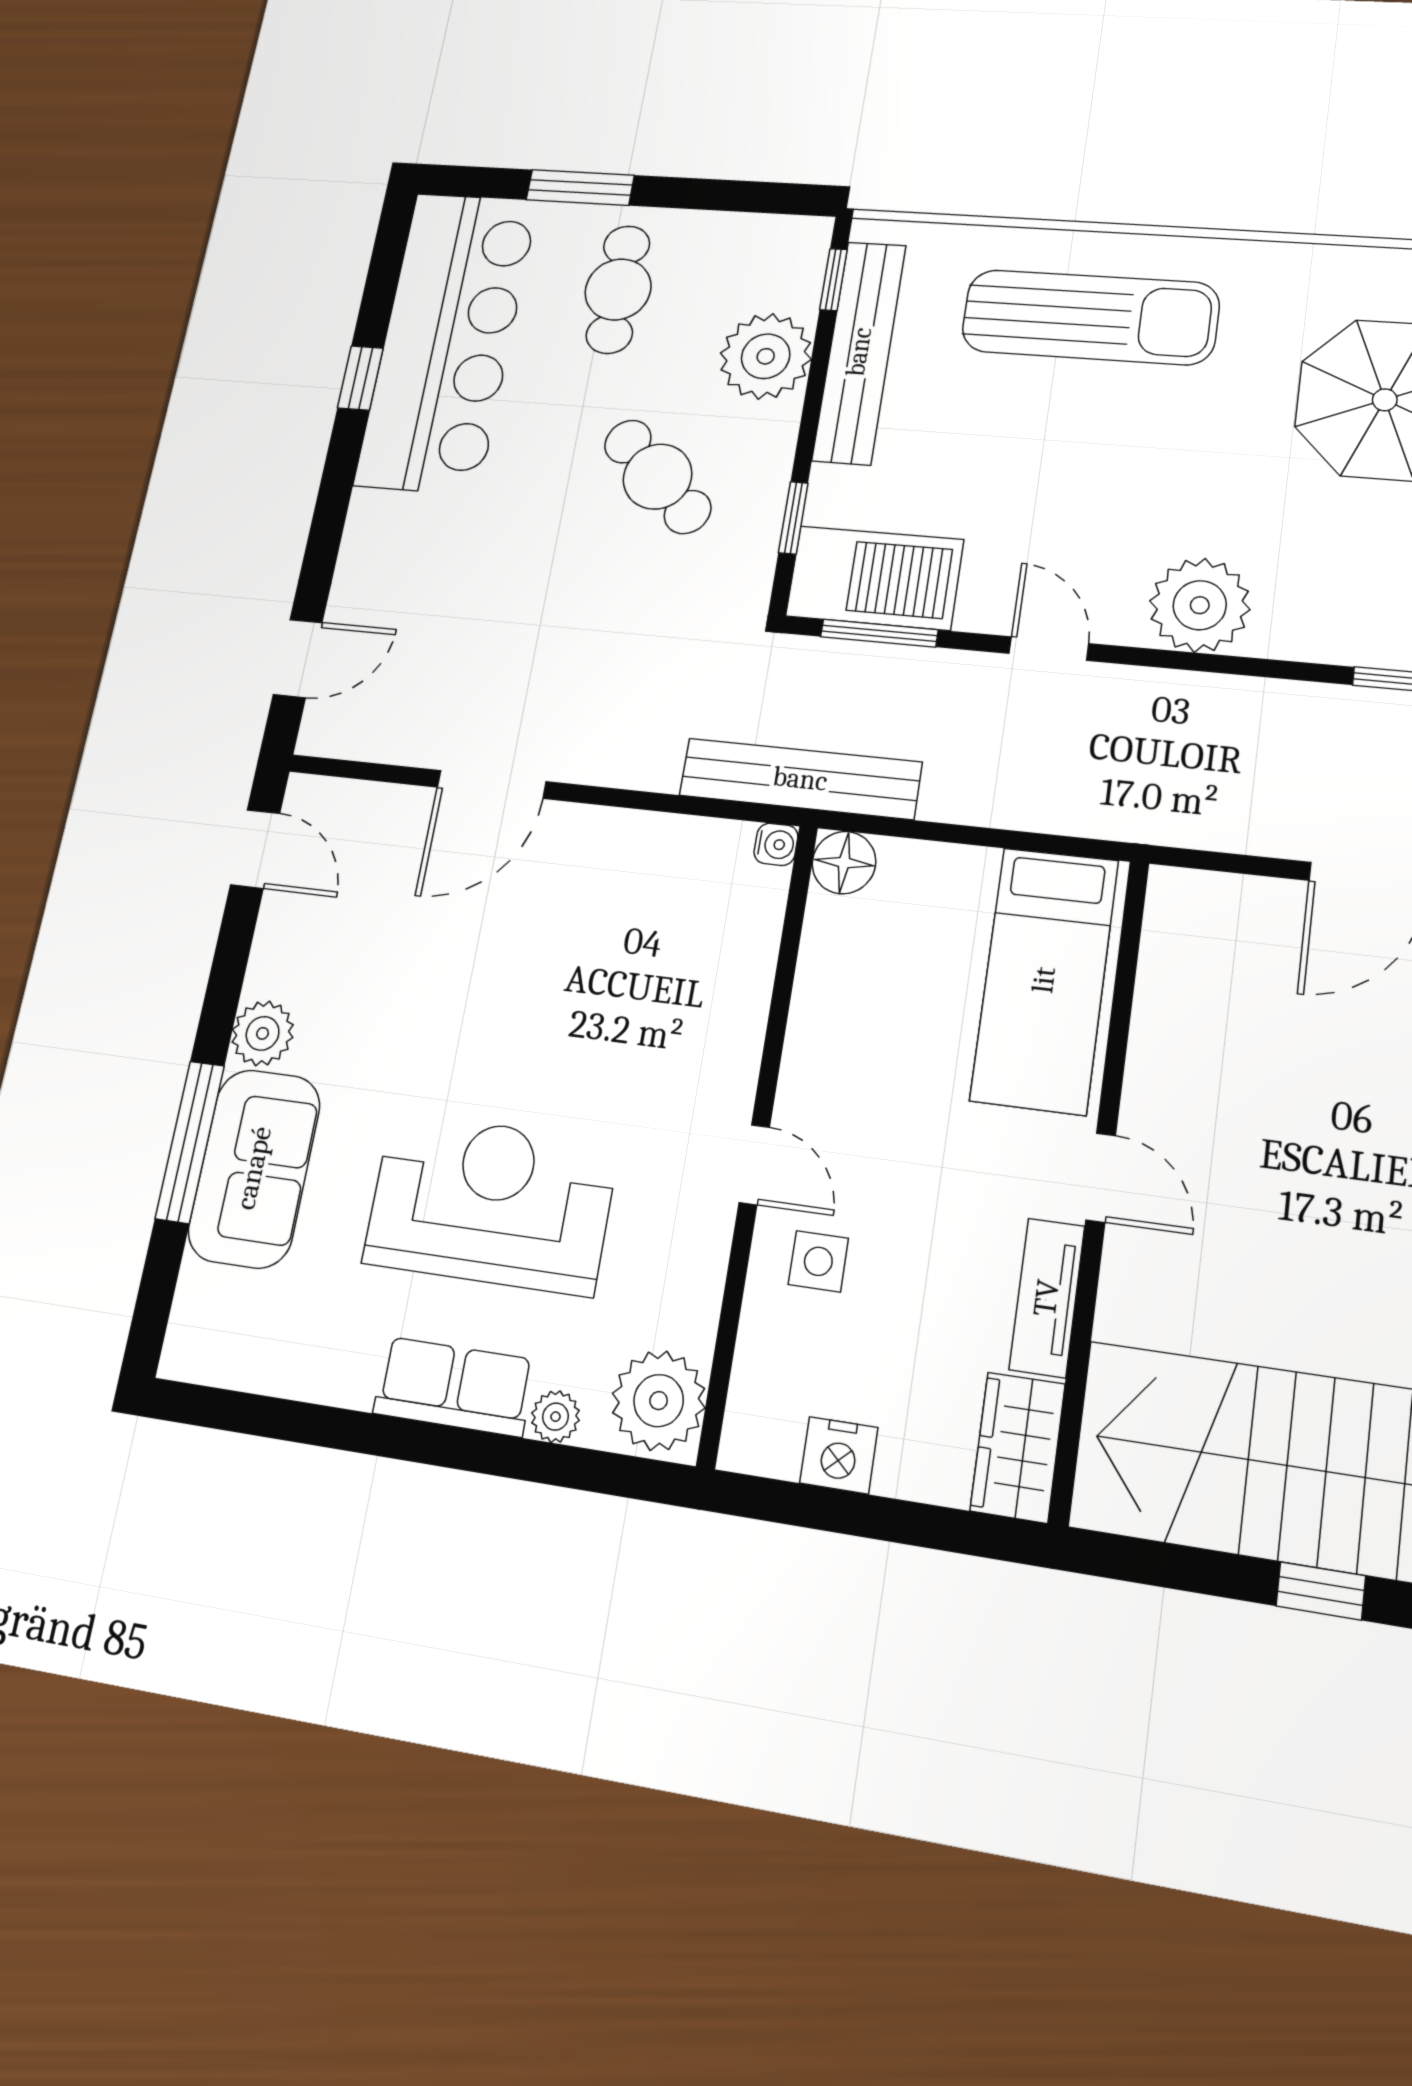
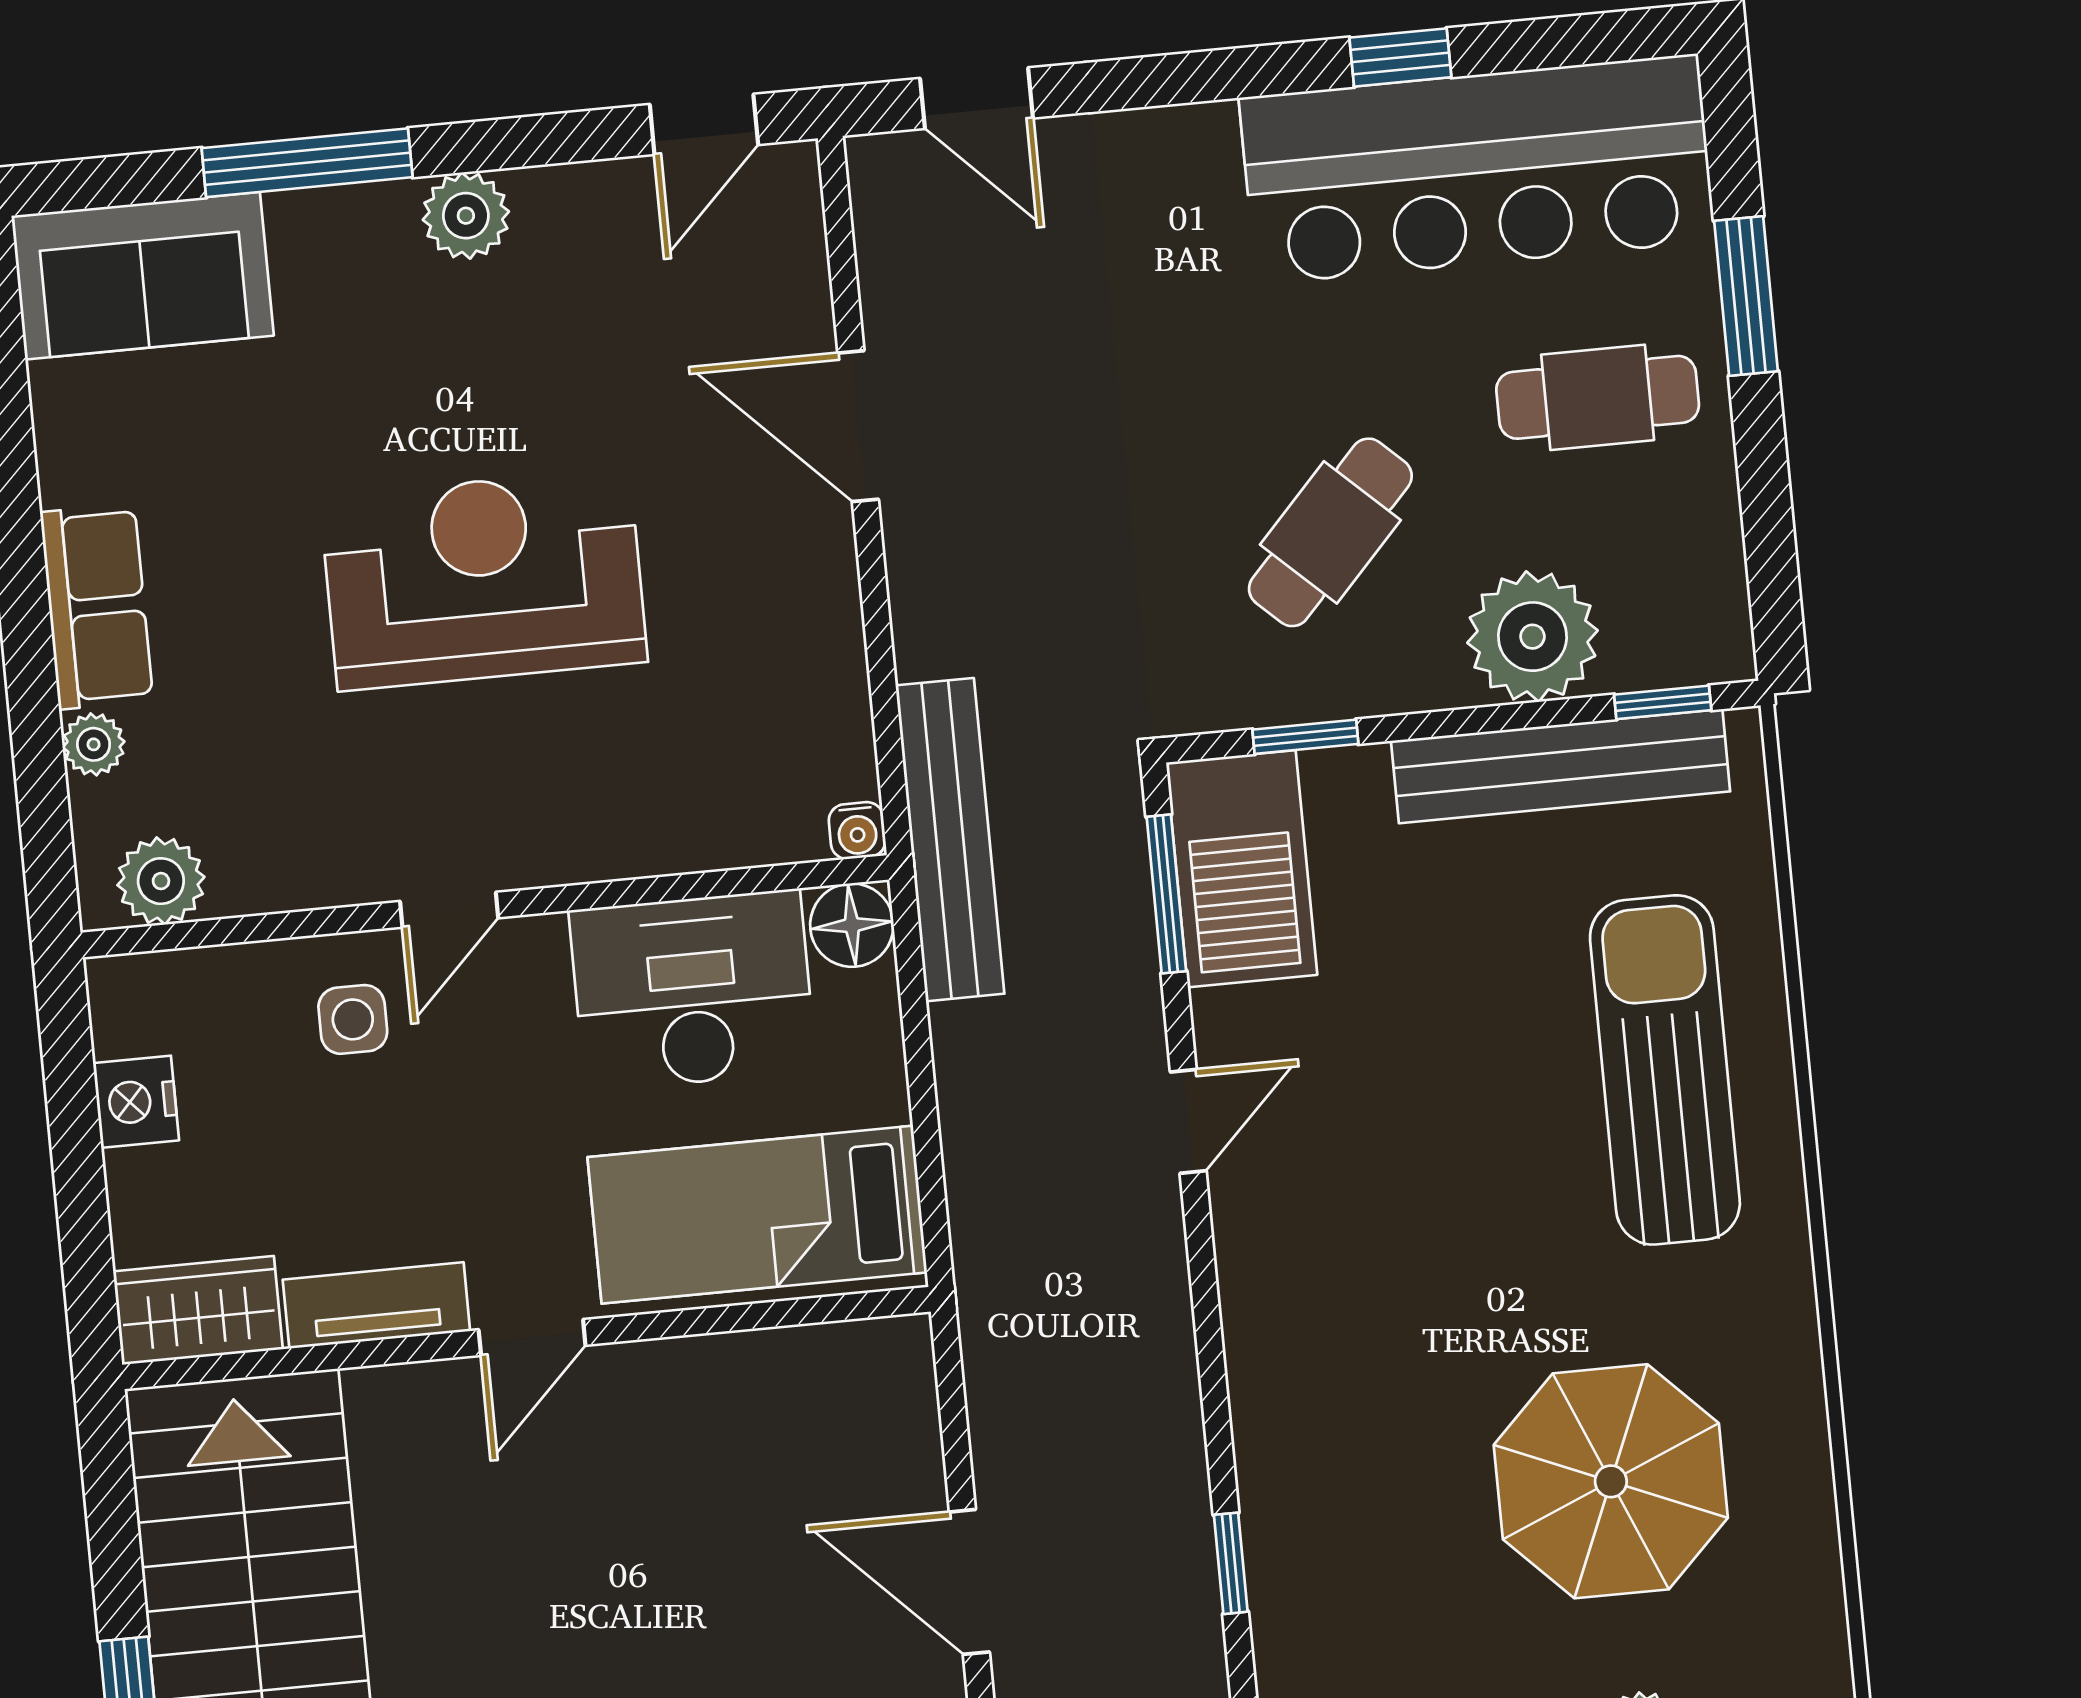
sun lounger: (1090, 317) -> (1665, 1070), turned 180
plant: (1200, 605) -> (1284, 1302), removed
desk: (862, 992) -> (693, 990), added
sofa: (254, 1168) -> (143, 276), moved
reception desk: (491, 1203) -> (484, 579), moved, turned -90
plant: (659, 1401) -> (161, 881), width x0.73, depth x0.73

